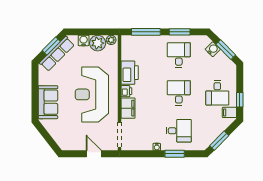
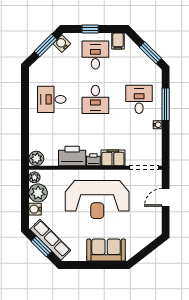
window: (146, 32) -> (25, 137), removed
window: (180, 32) -> (25, 98), removed
plant: (128, 42) -> (36, 158), added
water cooler: (213, 49) -> (62, 44), moved
desk: (179, 93) -> (95, 99), turned -90
desk: (217, 93) -> (95, 55), turned -90
window: (240, 100) -> (90, 29), moved
window: (175, 154) -> (166, 104), width x1.44

